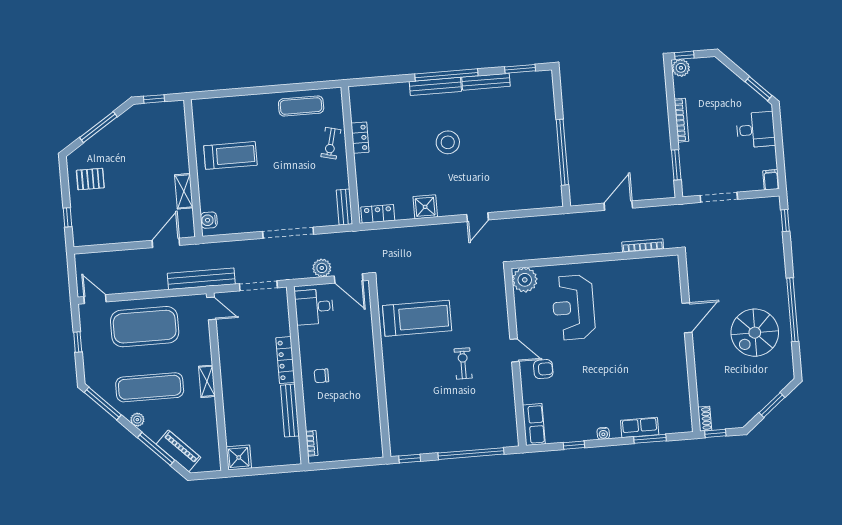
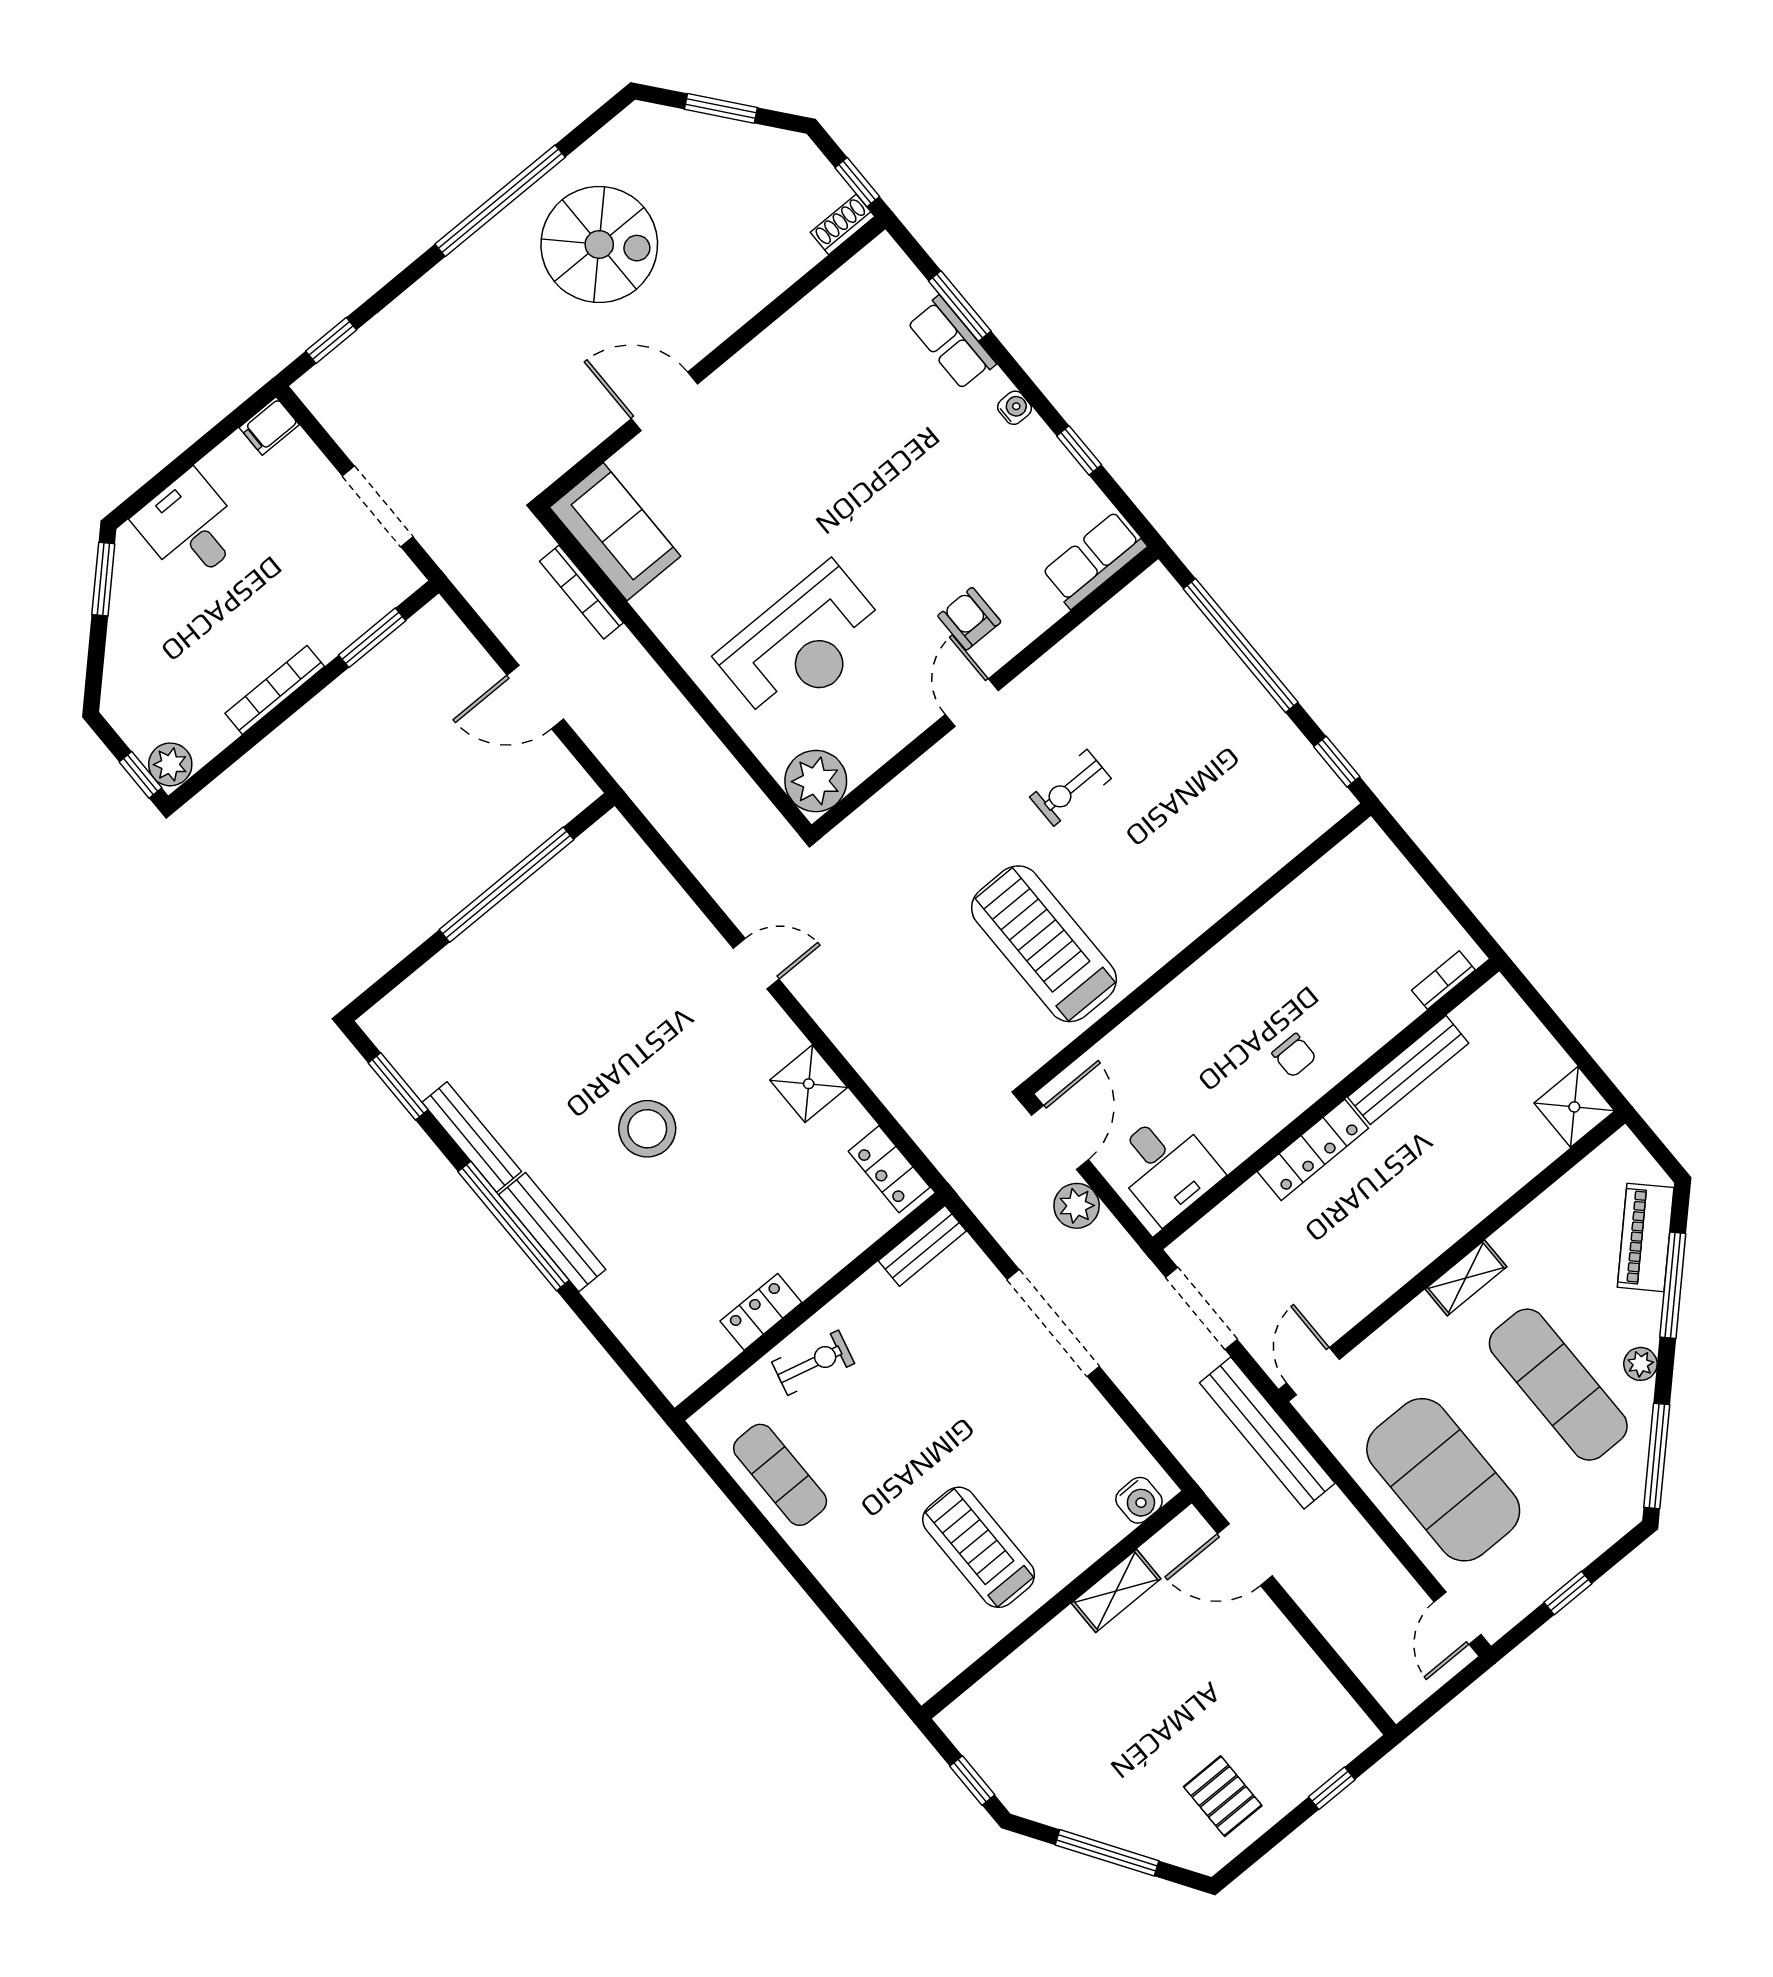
sofa: (655, 271) -> (615, 532), added

